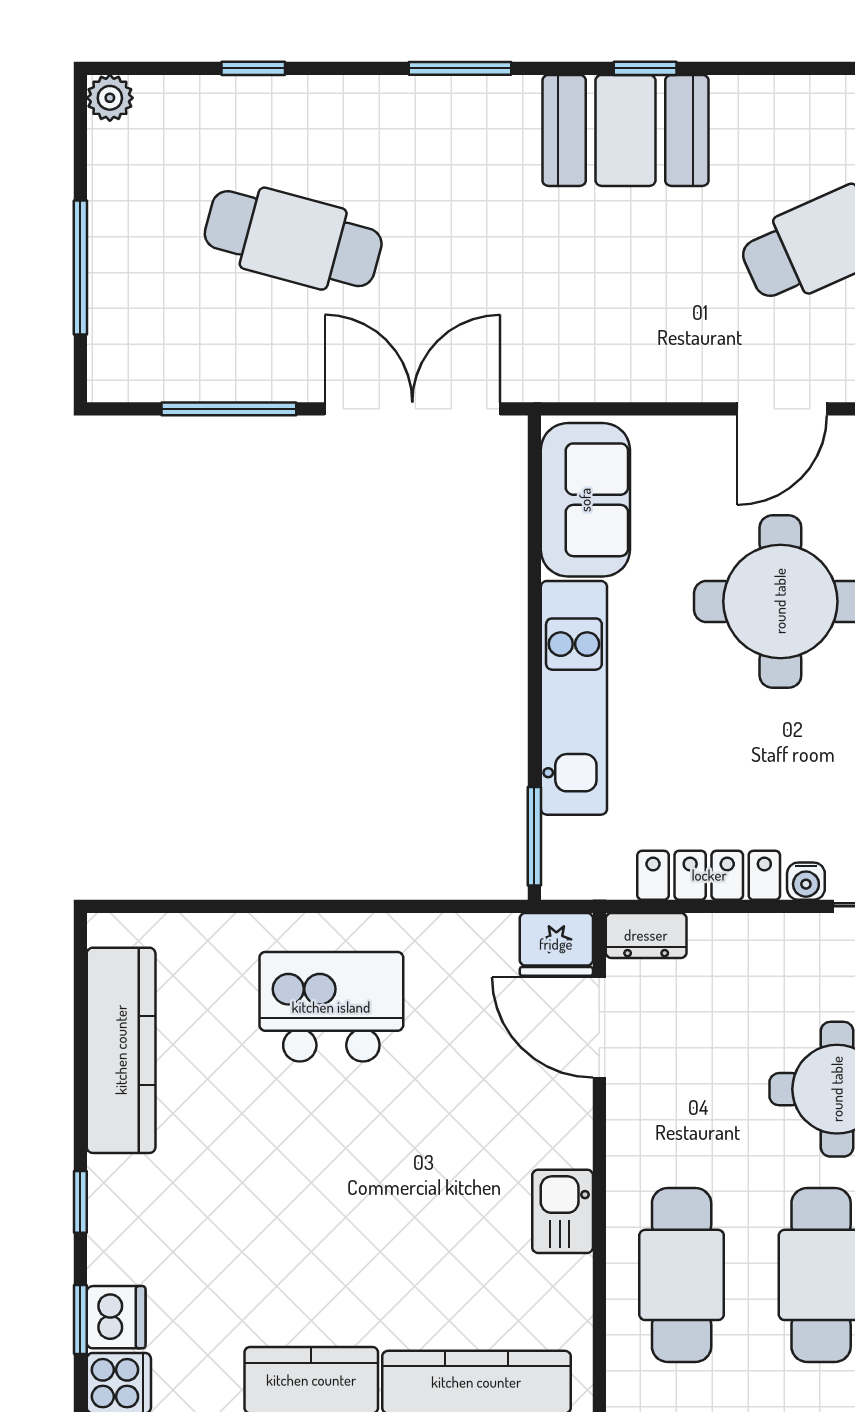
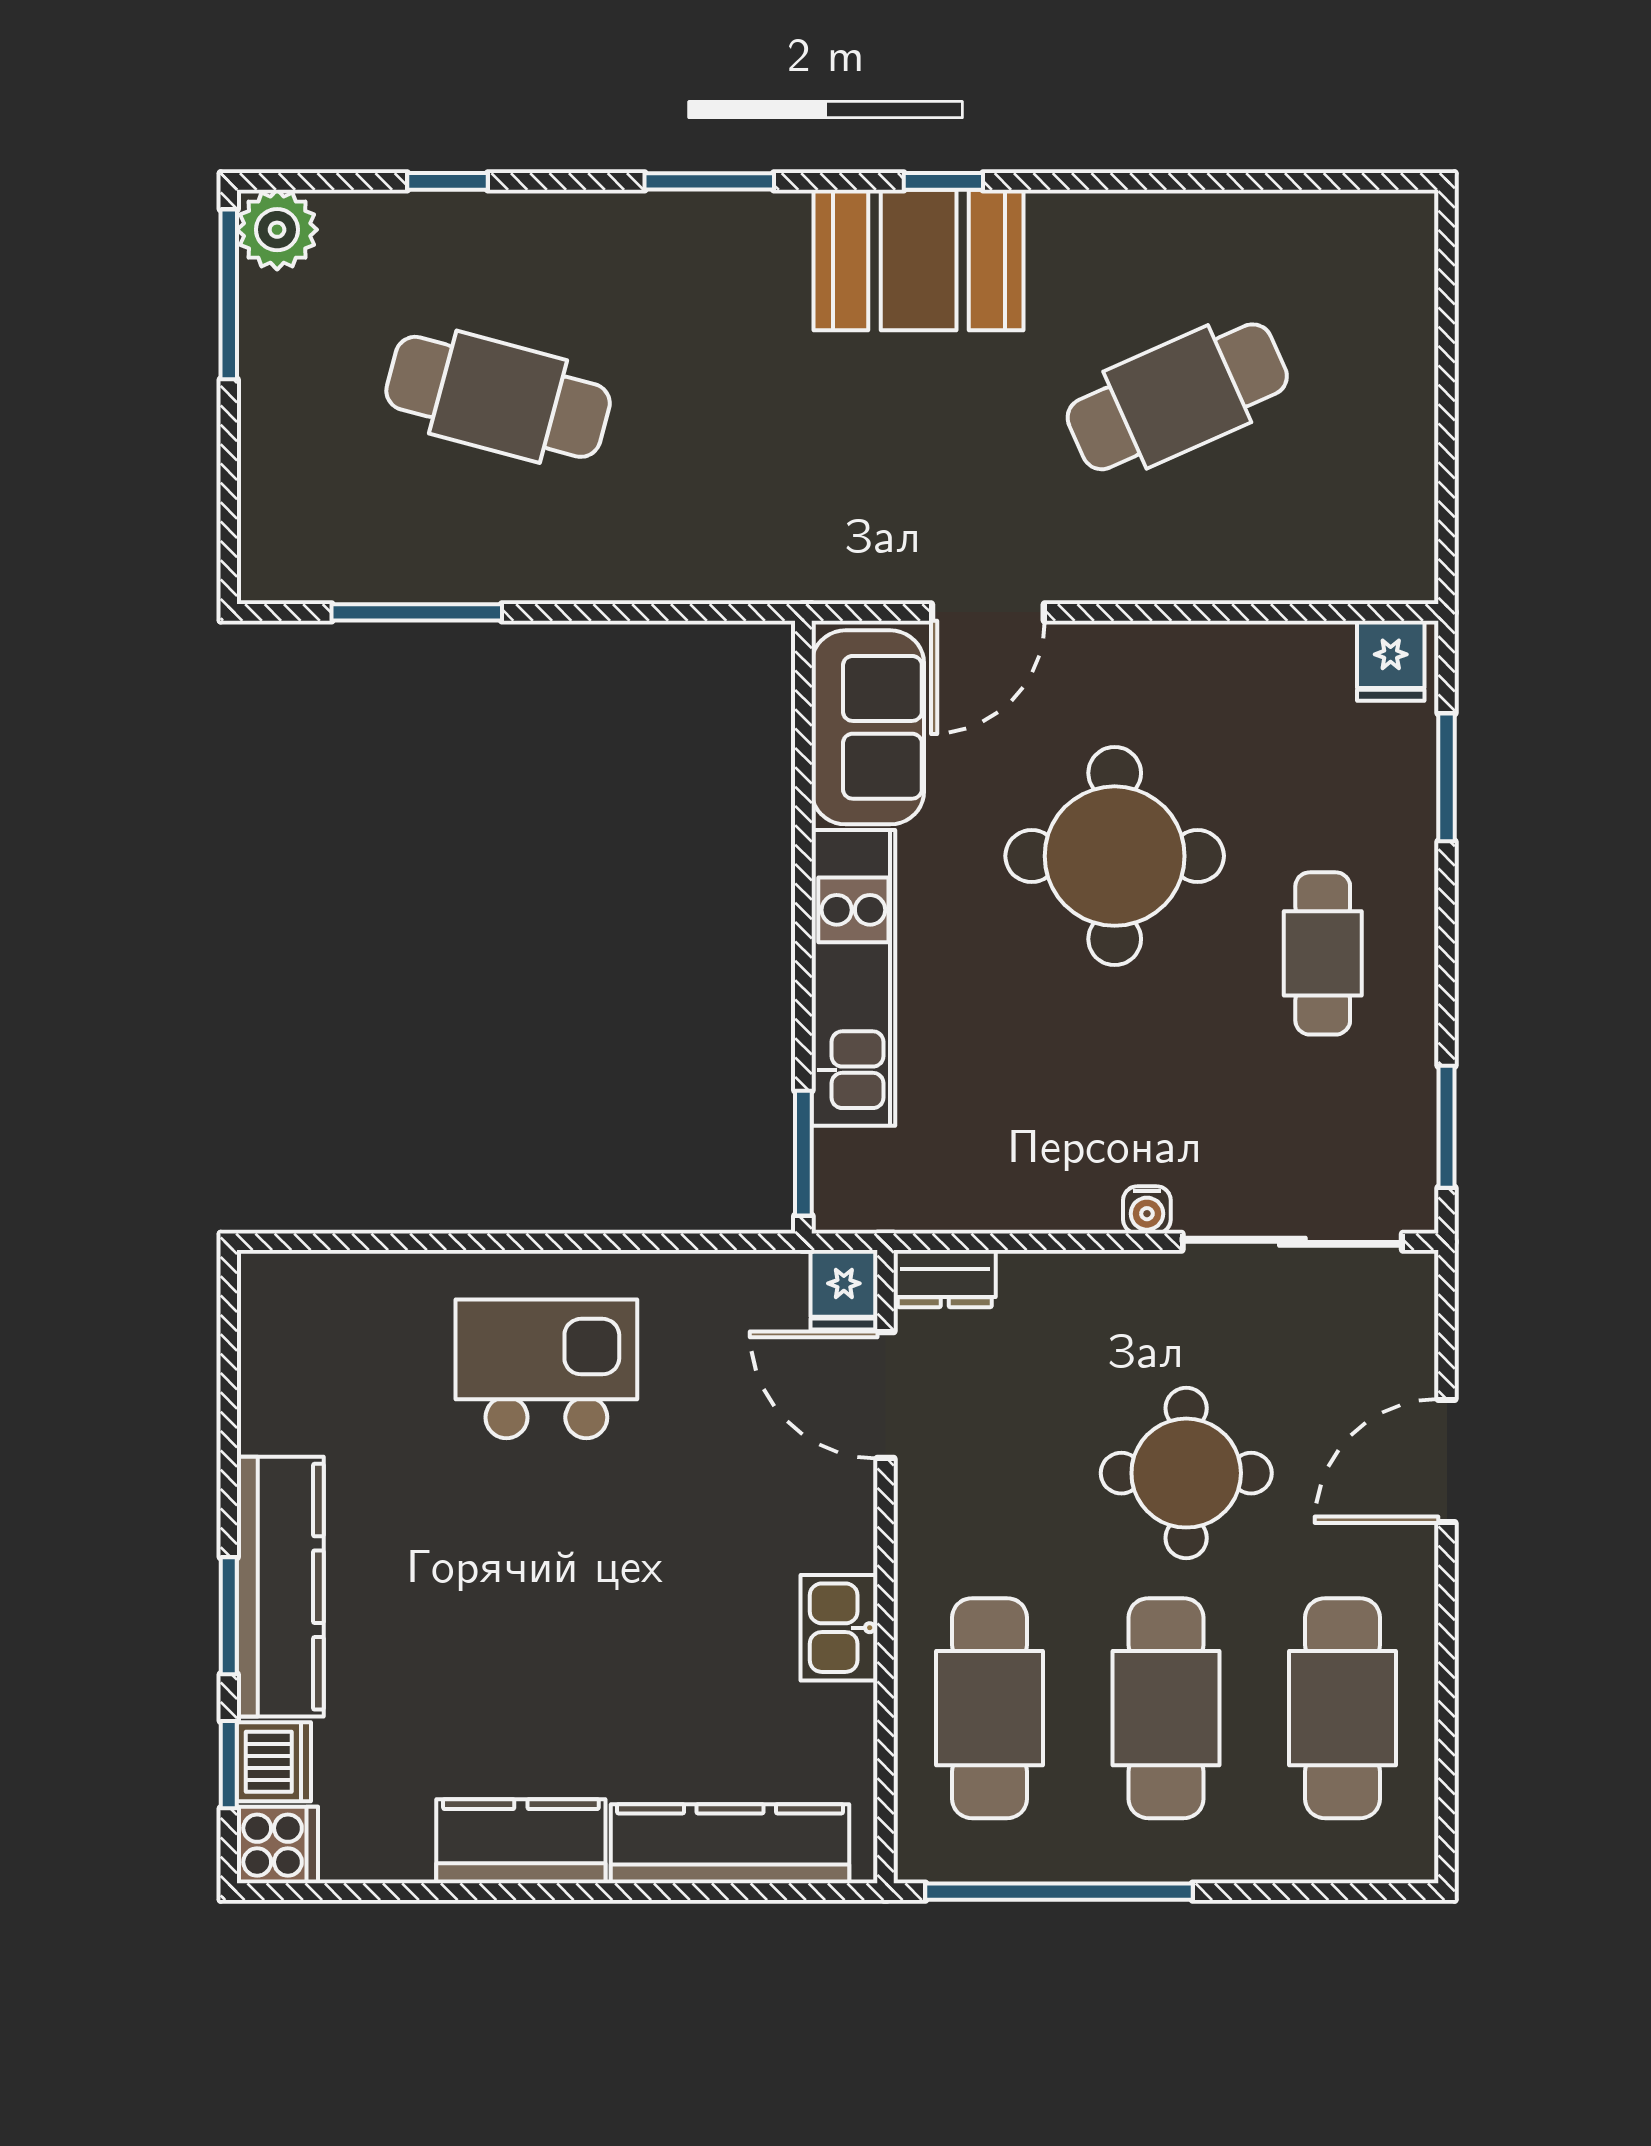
plant: (110, 98) -> (277, 230), width x1.38, depth x1.38
window: (80, 268) -> (229, 294), moved
double door: (412, 409) -> (649, 612), removed
door: (782, 409) -> (988, 612), moved
locker: (709, 875) -> (1024, 1202), removed
fridge: (556, 944) -> (844, 1290), width x0.72
kitchen counter: (121, 1050) -> (280, 1587), moved
window: (80, 1202) -> (229, 1616), width x1.50

